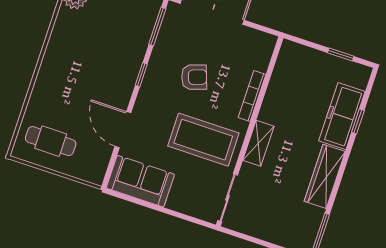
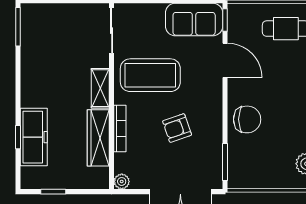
plant: (268, 42) -> (122, 181), added
chair: (120, 62) -> (247, 119), added
window: (141, 75) -> (225, 20), moved
wardrobe: (325, 176) -> (98, 138), moved, turned 180

